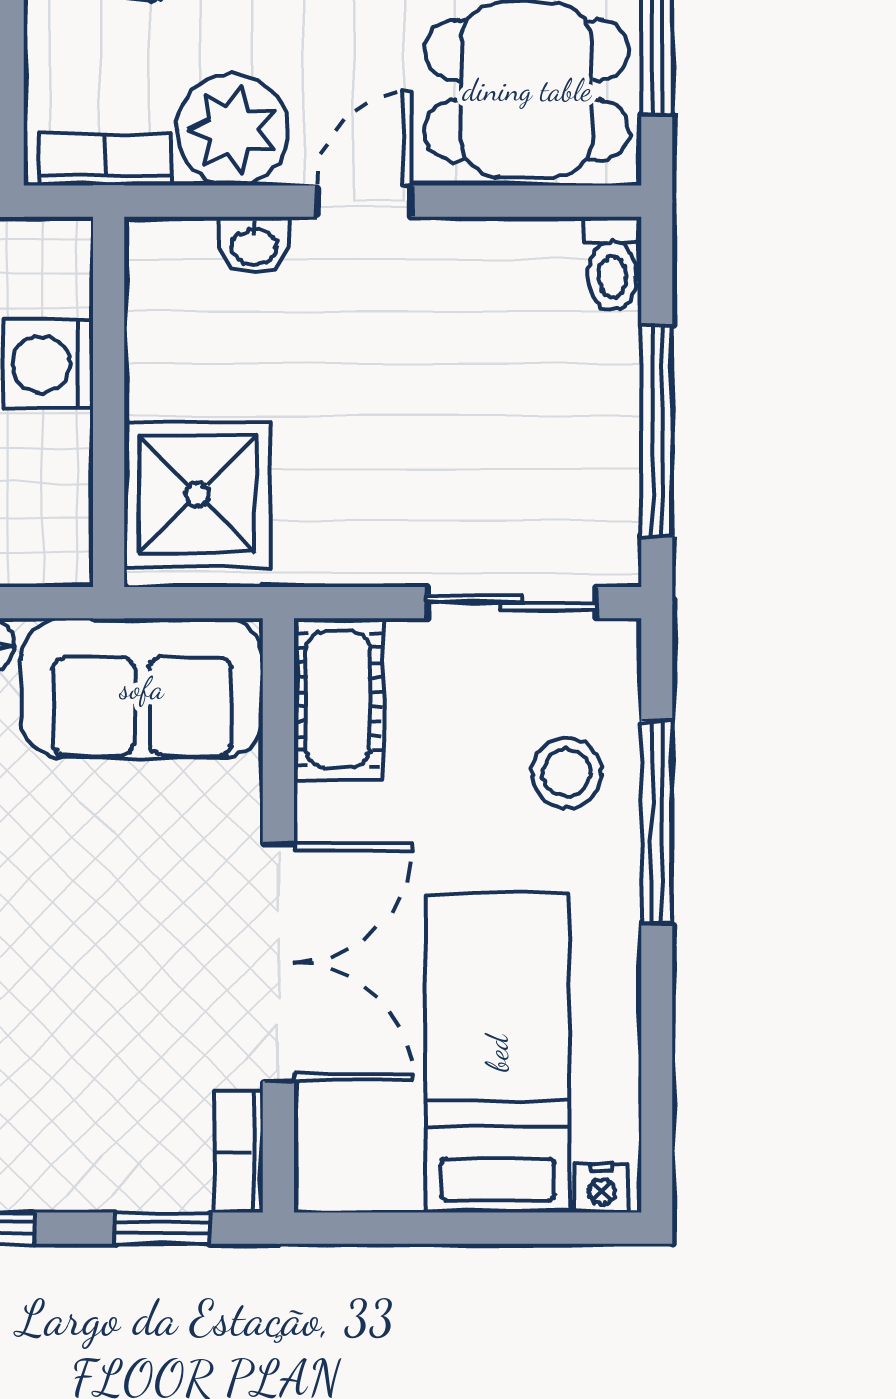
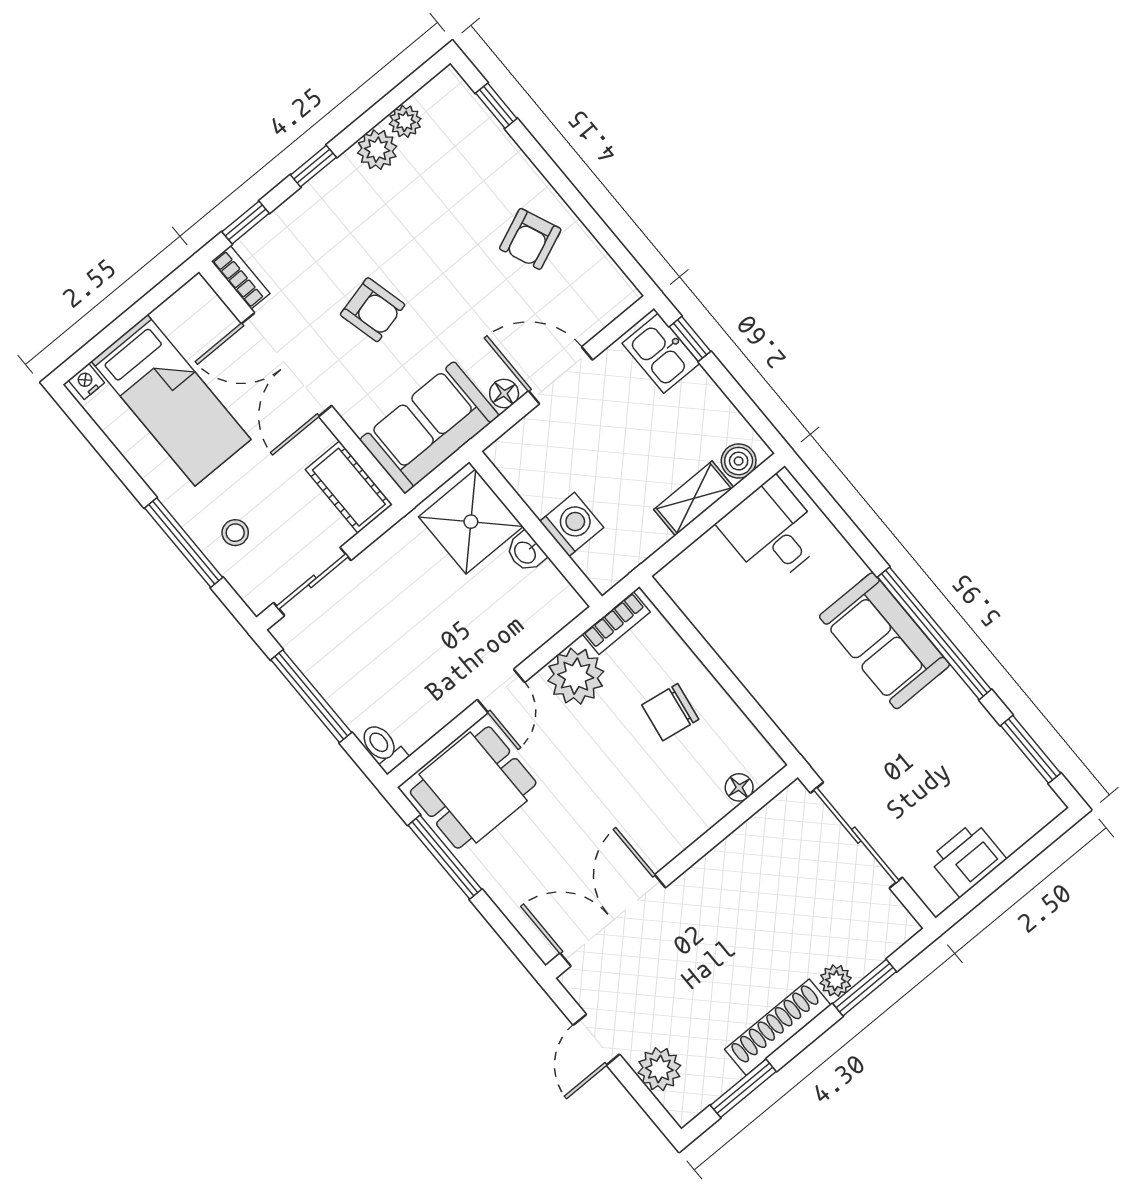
washbasin: (254, 245) -> (526, 552), moved, turned -90
stool: (567, 773) -> (235, 533), width x0.73, depth x0.73
armchair: (80, 937) -> (373, 310), added

